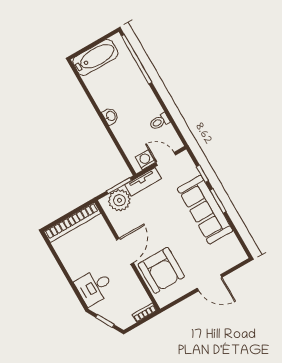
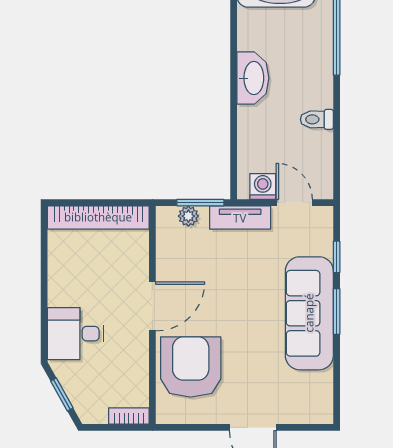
washbasin: (111, 116) -> (253, 78), width x1.91, depth x1.45
toilet: (159, 122) -> (317, 119), moved
plant: (119, 200) -> (188, 216), width x0.53, depth x0.53
armchair: (161, 270) -> (191, 367), turned 180

